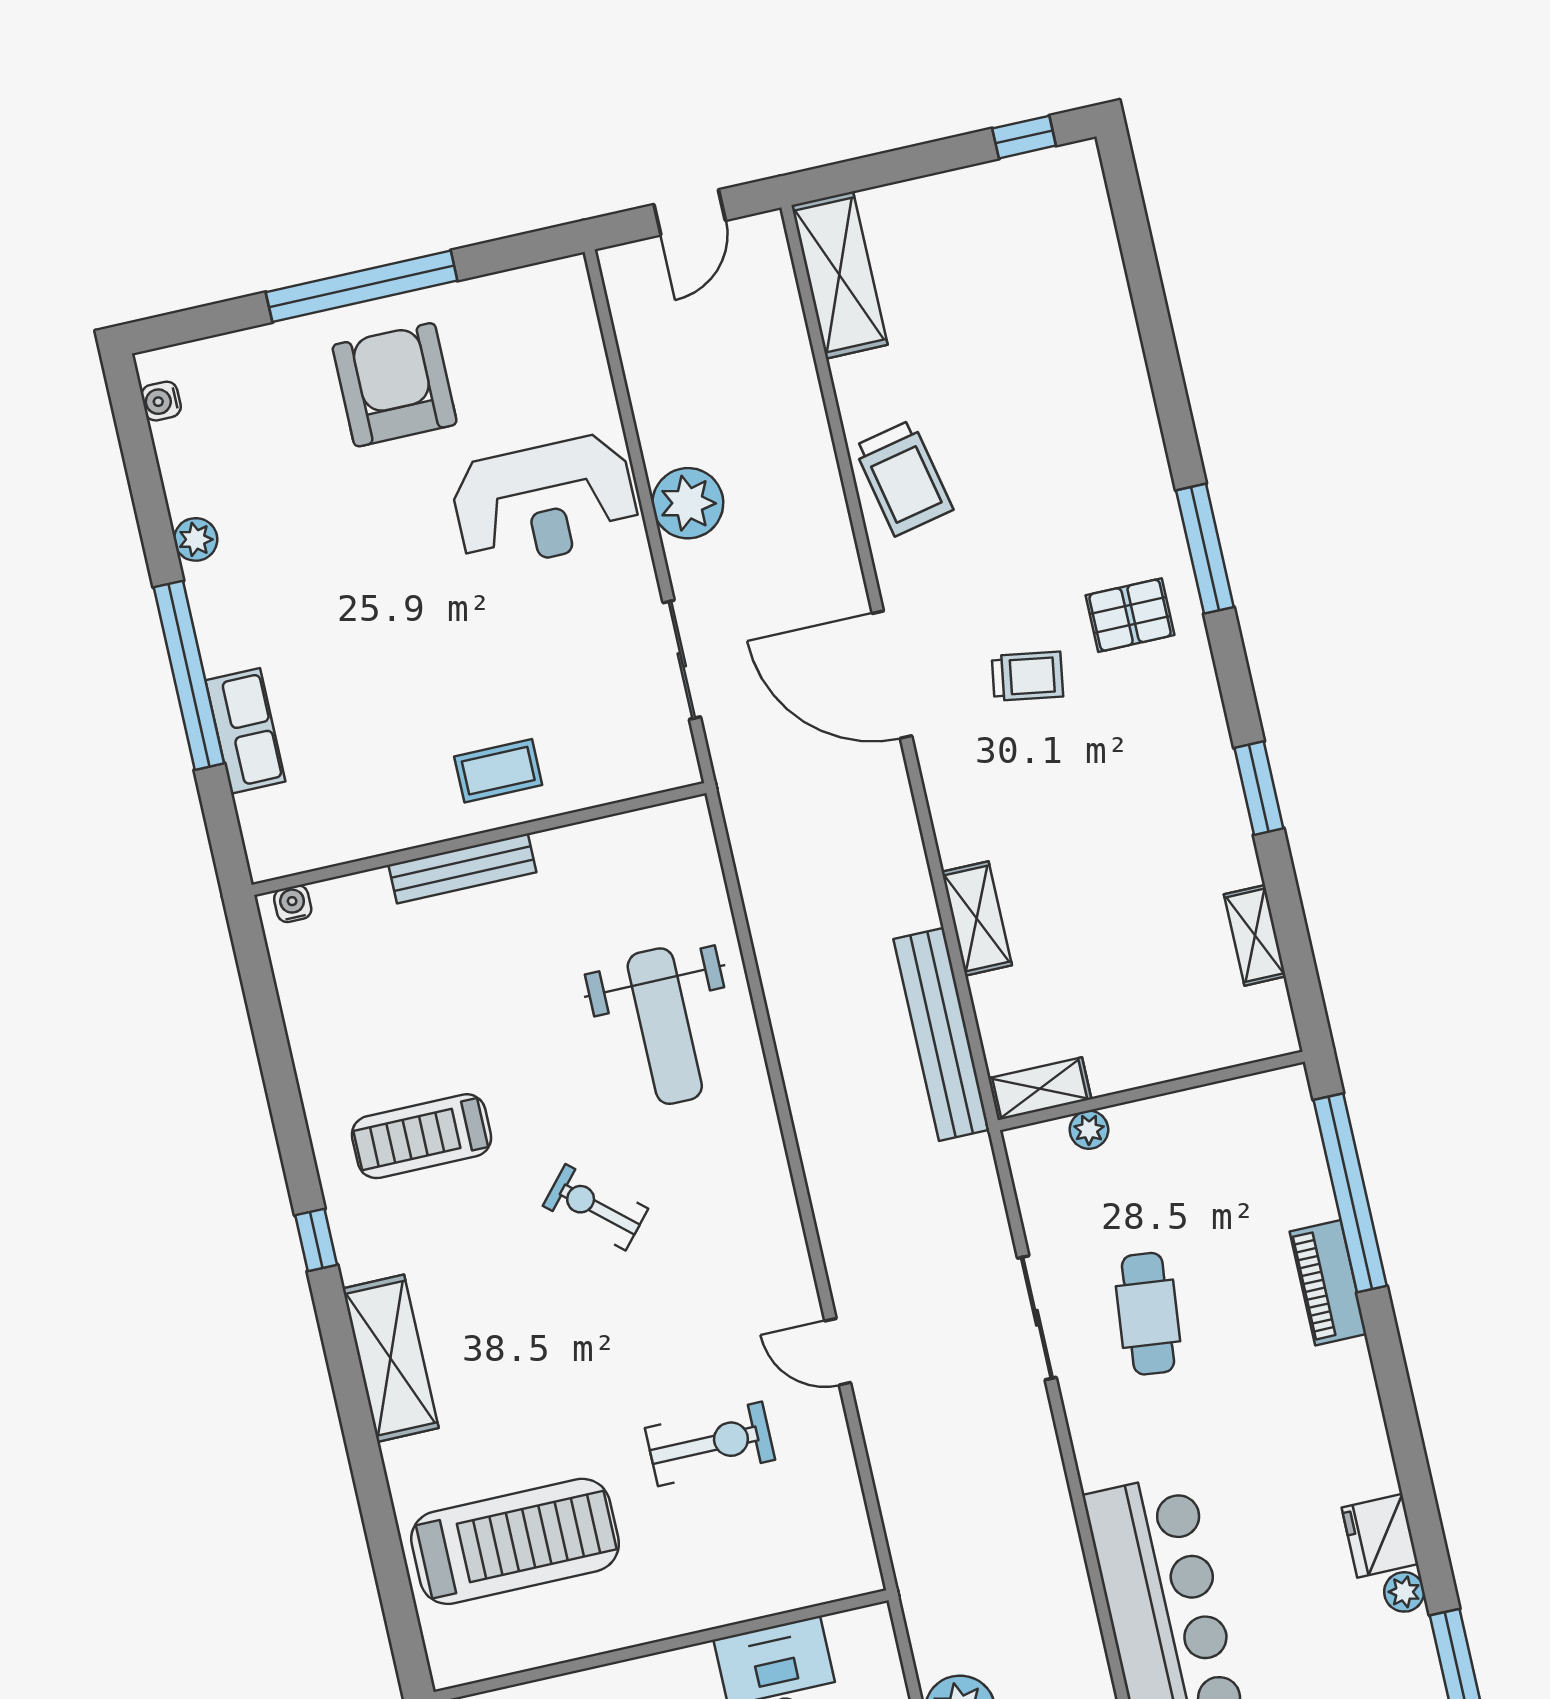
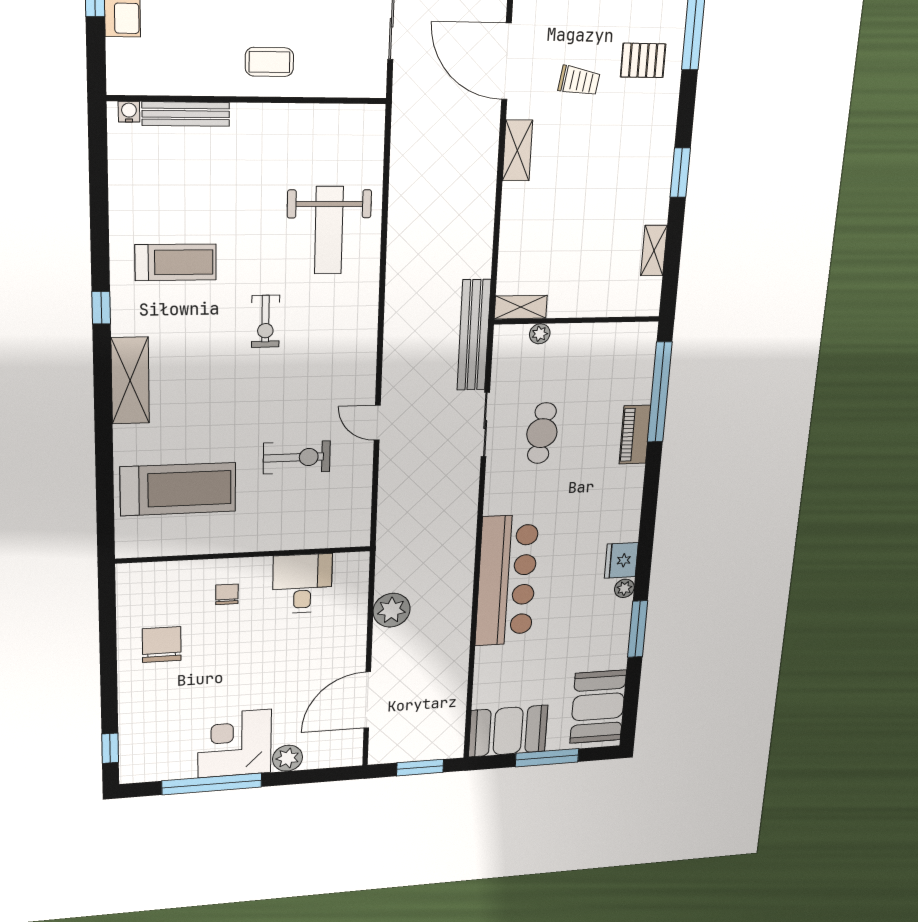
bench: (462, 868) -> (186, 114), moved
shelving: (977, 919) -> (517, 150), moved
bench: (941, 1034) -> (474, 335), moved
treadmill: (422, 1136) -> (176, 262), turned 180
exercise bike: (596, 1207) -> (265, 321), turned -131

